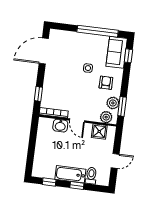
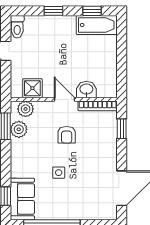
armchair: (106, 83) -> (67, 135), moved
bathtub: (70, 174) -> (97, 25), moved
toilet: (91, 176) -> (17, 27), moved

